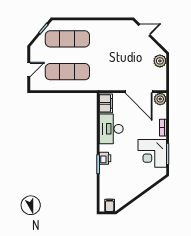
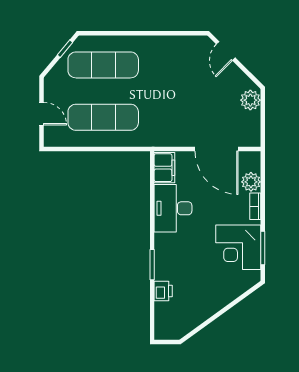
door: (144, 30) -> (226, 51), swing flipped
door: (29, 69) -> (42, 114), hinge flipped
plant: (160, 99) -> (251, 182), moved
printer: (105, 158) -> (163, 291), moved
filing cabinet: (110, 205) -> (170, 330), removed

